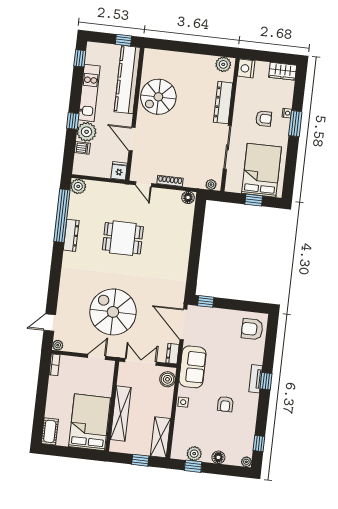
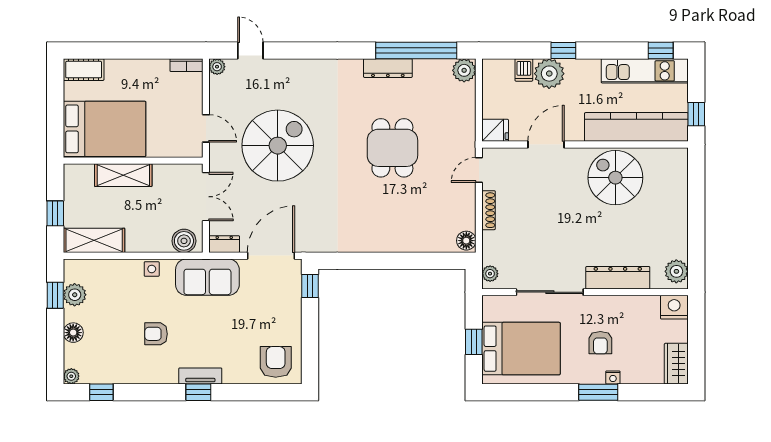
kitchen unit: (89, 93) -> (645, 71), moved
shelving: (121, 414) -> (123, 175), width x0.68

